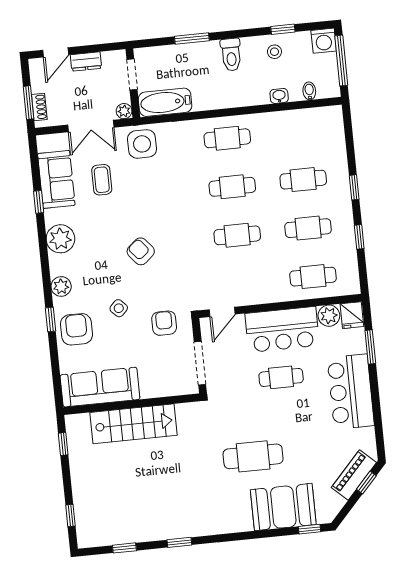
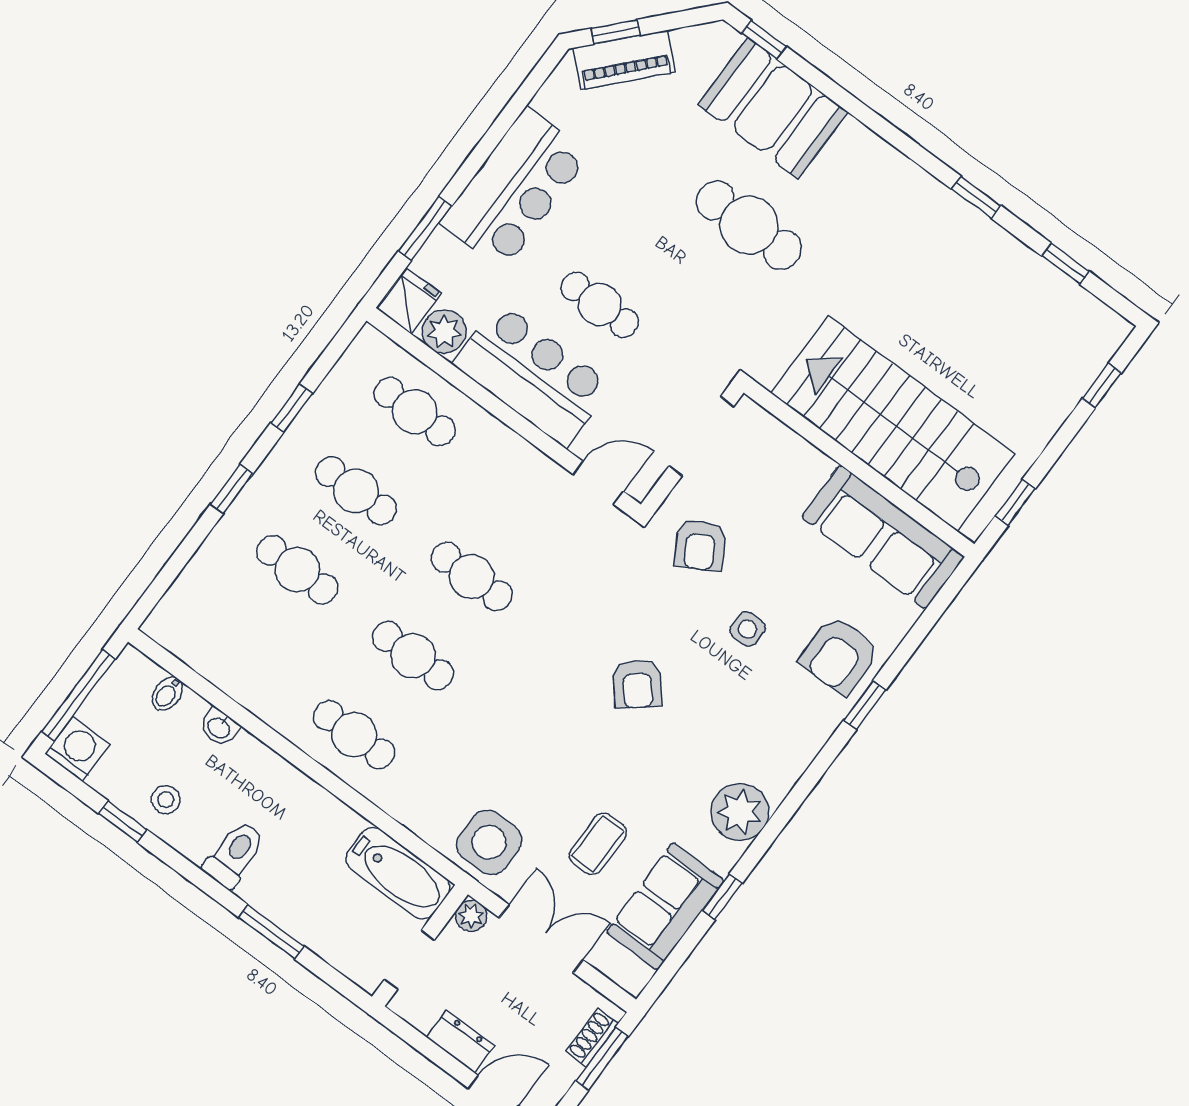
plant: (61, 286) -> (804, 740), removed
side table: (119, 308) -> (748, 629), turned 45
armchair: (164, 323) -> (700, 545), turned -30
stairs: (134, 424) -> (893, 423), width x1.36, depth x1.51

